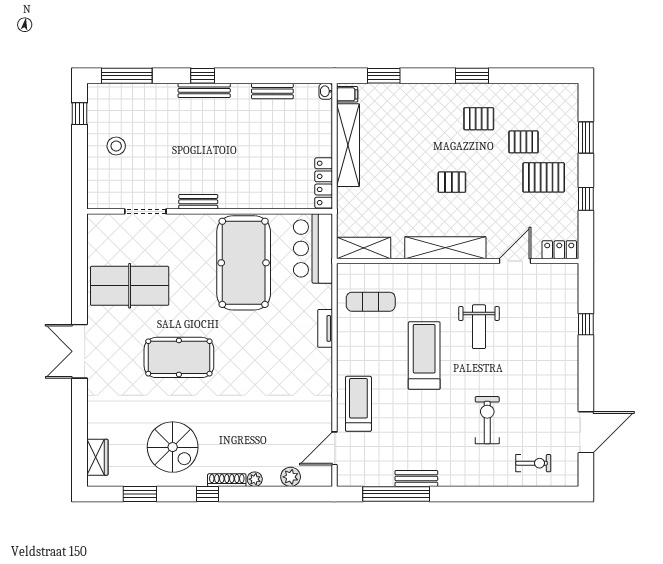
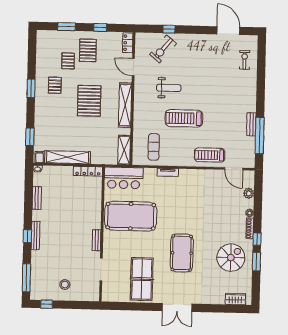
pallet: (452, 182) -> (89, 101), width x2.05, depth x2.00
exercise bike: (487, 420) -> (163, 49), moved, turned -50
window: (140, 494) -> (256, 262), moved

